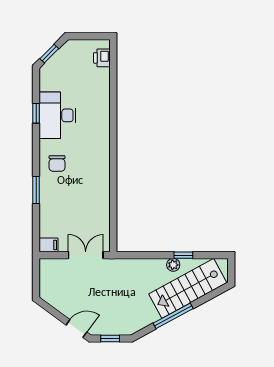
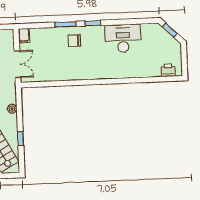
window: (36, 113) -> (93, 23), moved
chair: (57, 163) -> (74, 41), moved
plant: (173, 265) -> (12, 109), moved

